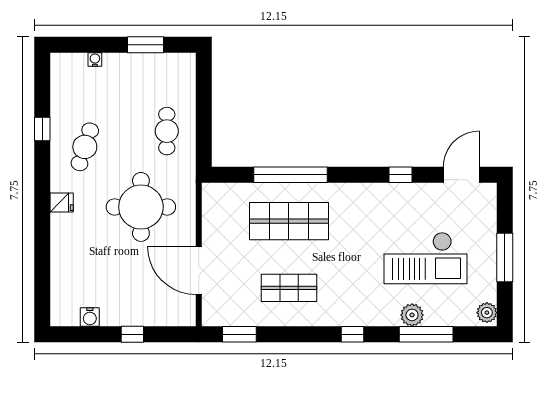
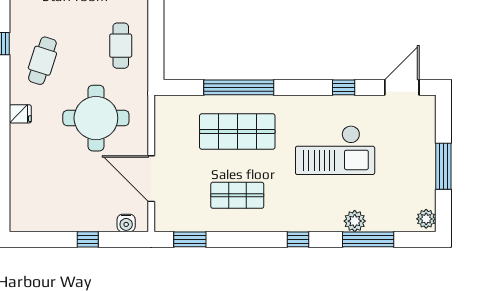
checkout: (426, 258) -> (335, 150), moved
water cooler: (90, 317) -> (126, 223), moved

